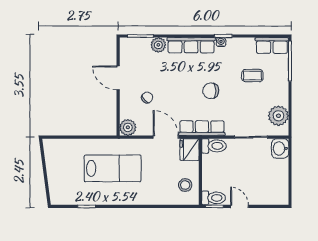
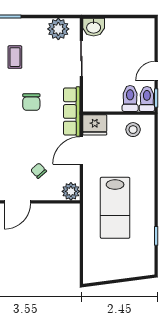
toilet: (214, 146) -> (130, 98), moved
lab bench: (113, 168) -> (115, 208), turned 180

